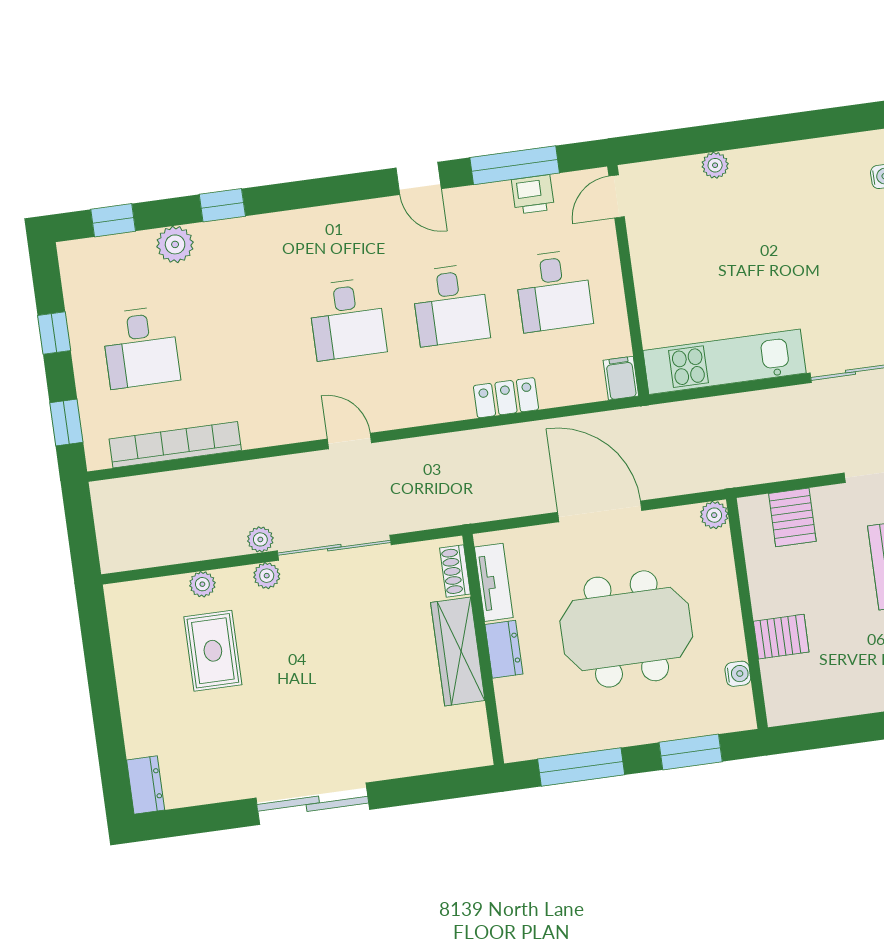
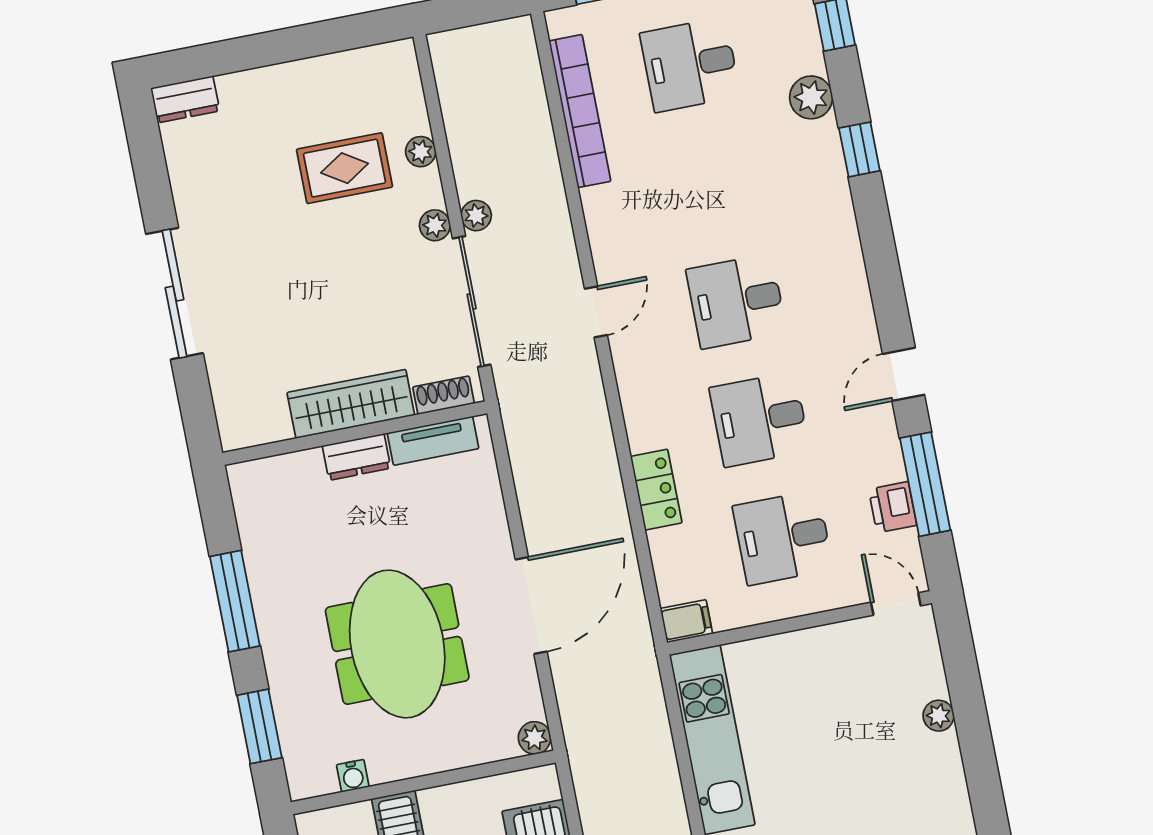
shoe rack: (455, 571) -> (443, 395), moved
tv unit: (494, 582) -> (433, 441), moved
wall: (483, 649) -> (355, 433), moved
dresser: (504, 649) -> (356, 457), moved
wardrobe: (458, 651) -> (351, 404), moved

